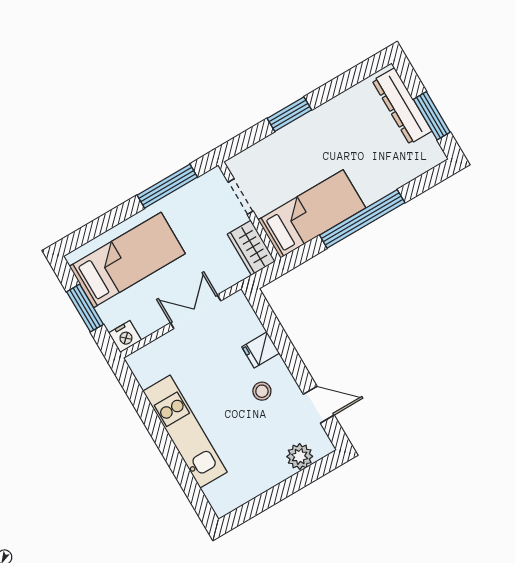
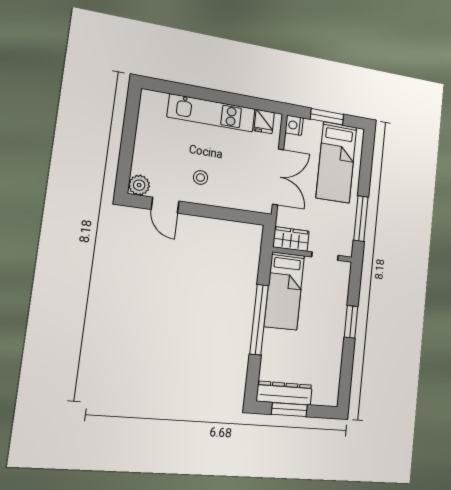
dresser: (402, 106) -> (284, 393), moved
double door: (196, 312) -> (278, 177), width x1.37
fridge: (261, 350) -> (264, 122), moved, turned 180
door: (319, 405) -> (165, 205), hinge flipped
plant: (300, 456) -> (139, 185), moved

